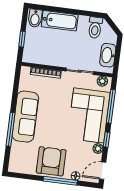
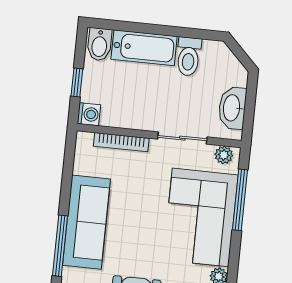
toilet: (95, 28) -> (189, 57), moved
washing machine: (28, 57) -> (89, 114), added
window: (107, 140) -> (234, 260), removed

